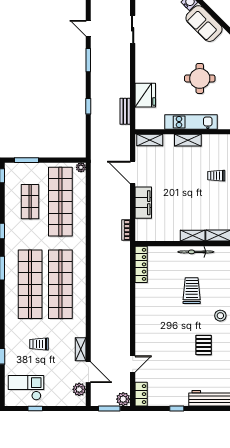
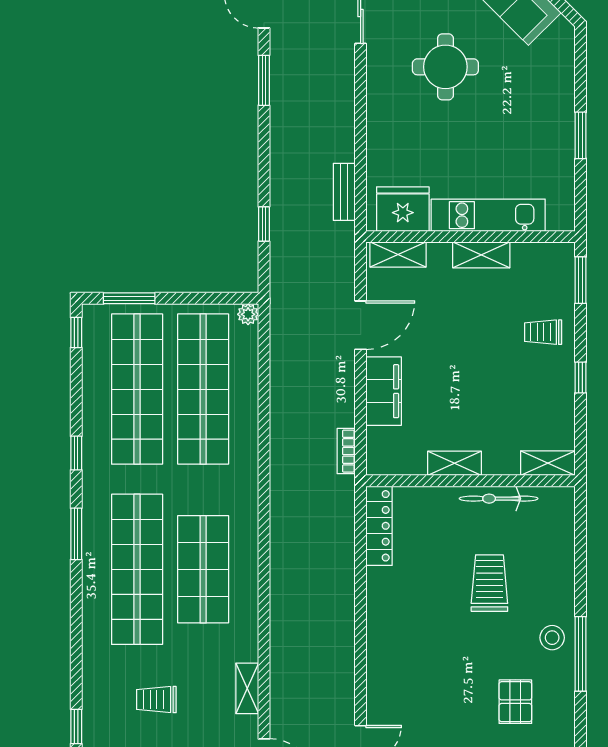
round table: (200, 78) -> (445, 67), moved
fridge: (145, 95) -> (403, 209), moved, turned -90
window: (88, 106) -> (264, 224), moved
door: (133, 172) -> (361, 325), swing flipped
shop shelf: (30, 202) -> (137, 389), width x2.00, depth x1.36
shelving: (193, 236) -> (455, 463), moved
shop shelf: (60, 284) -> (203, 569), width x0.71
shelving: (81, 349) -> (247, 688), moved

